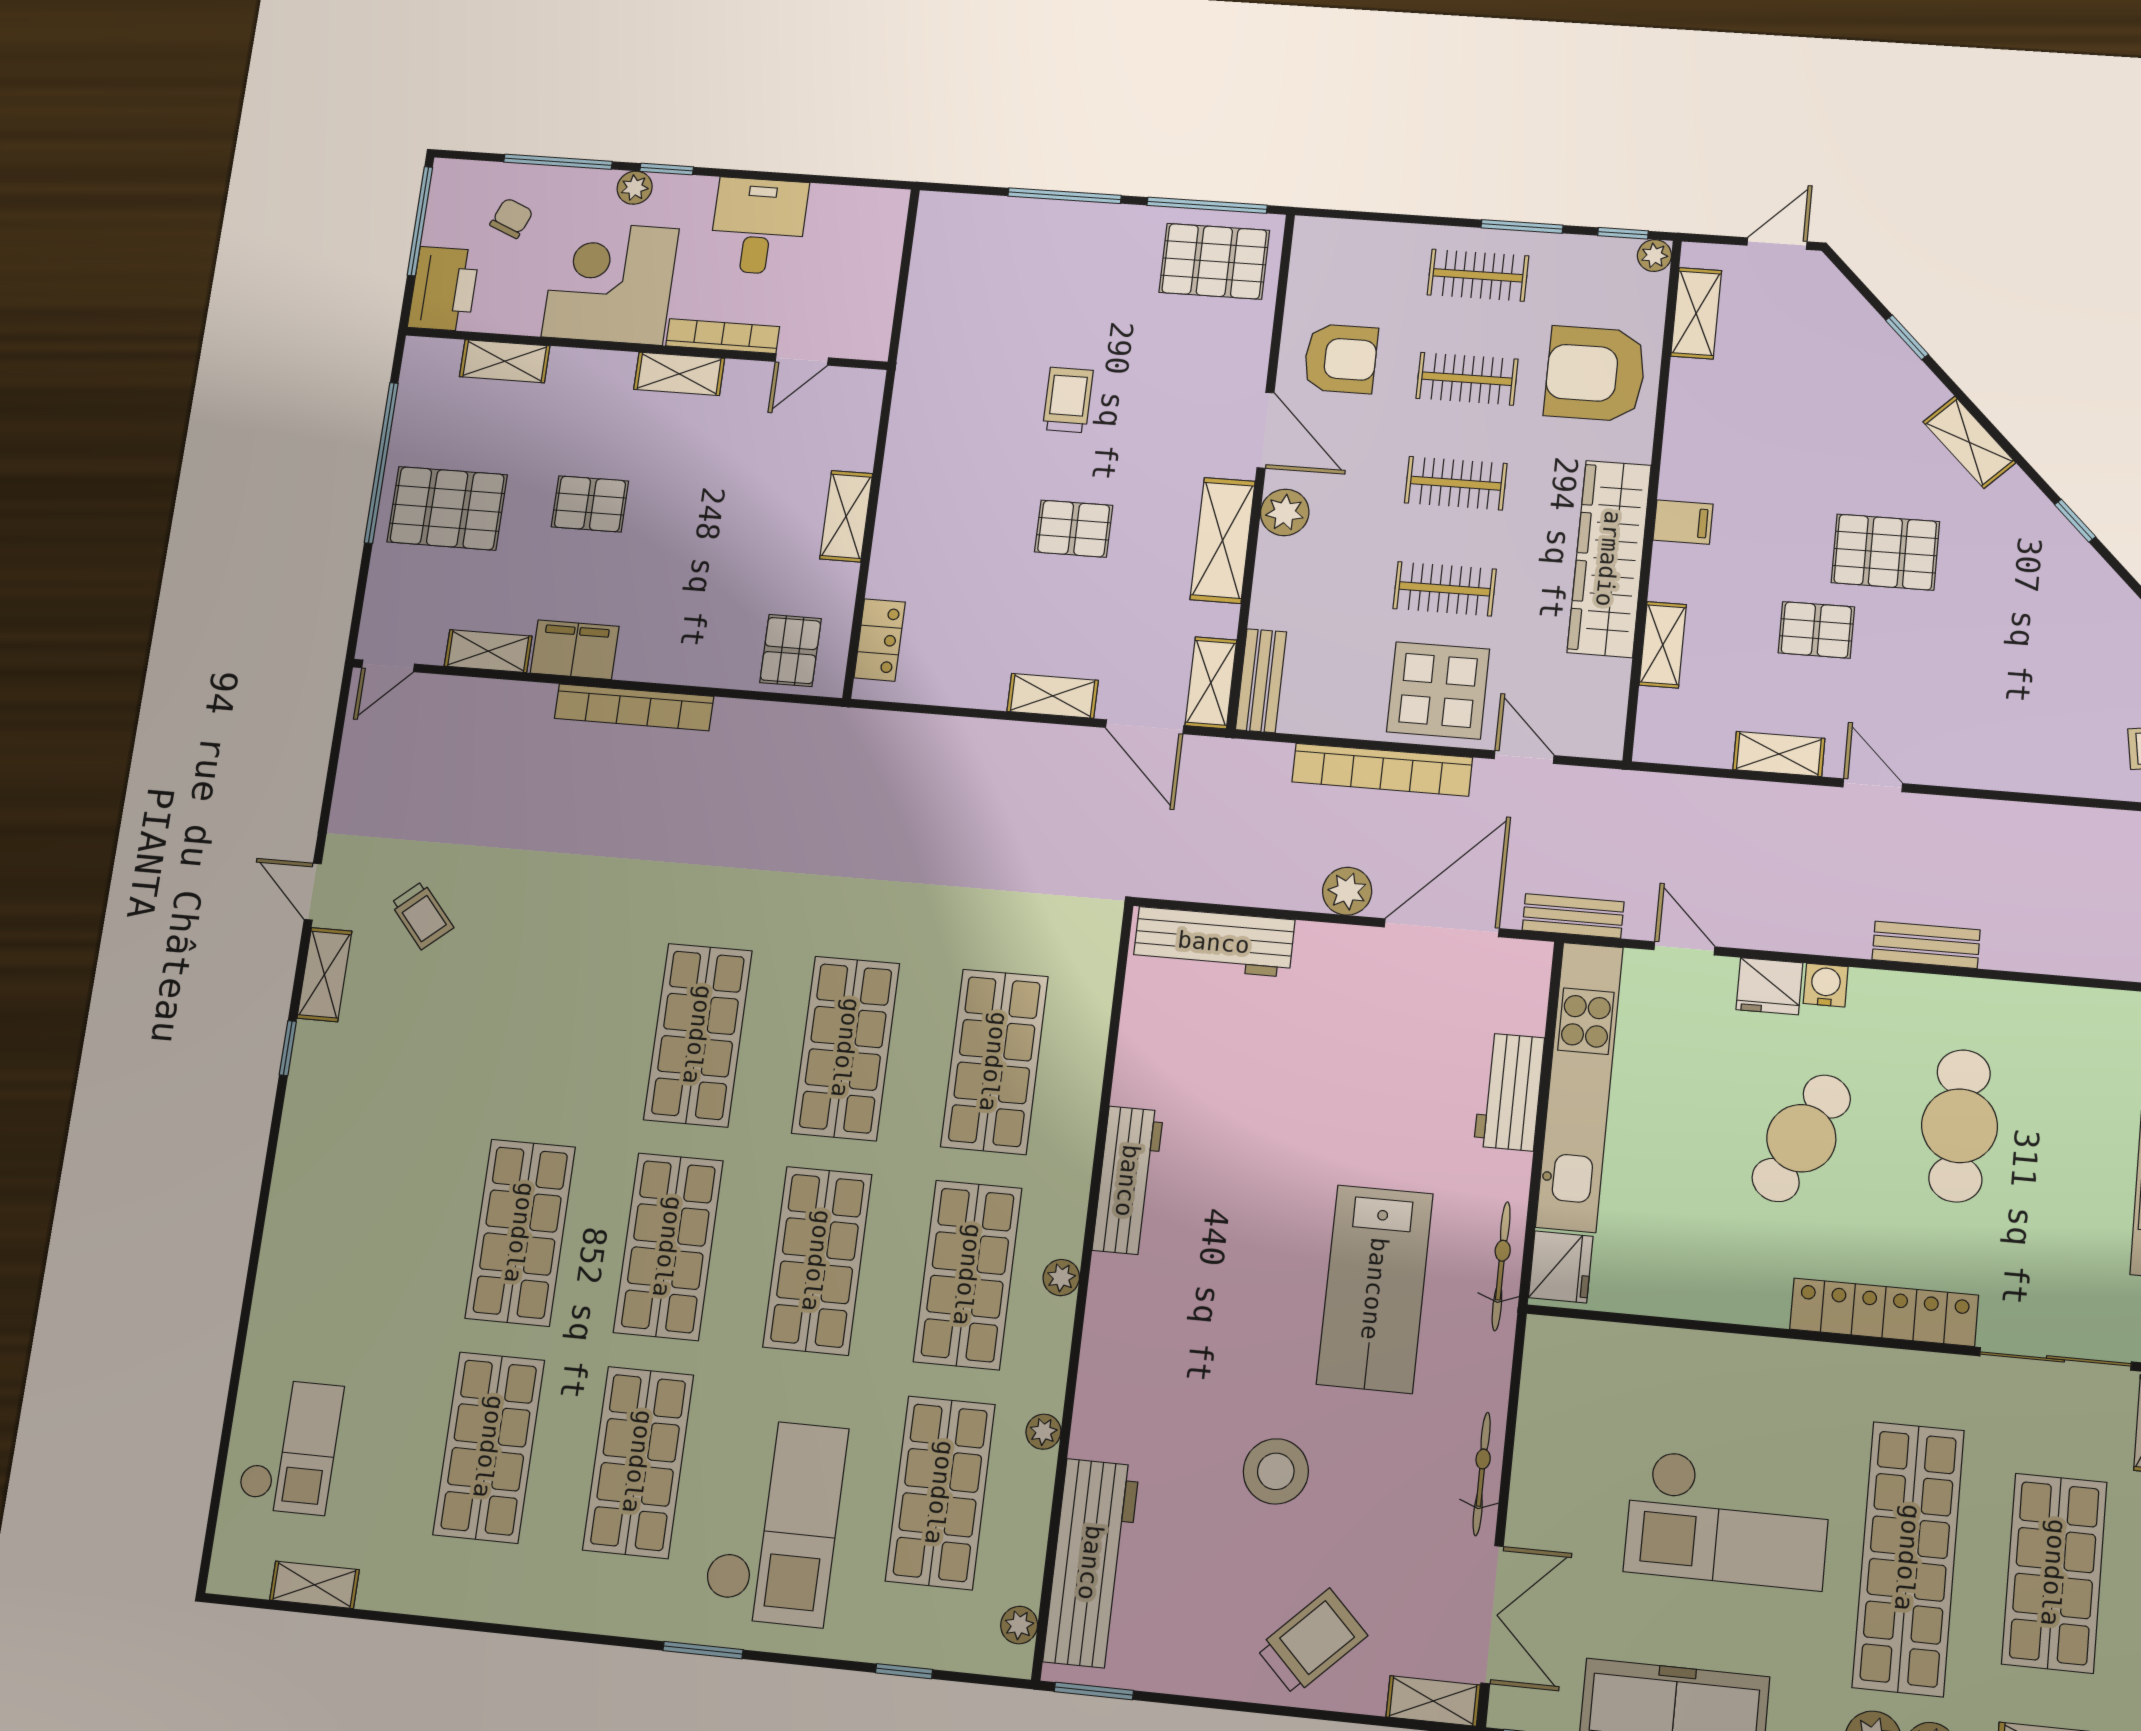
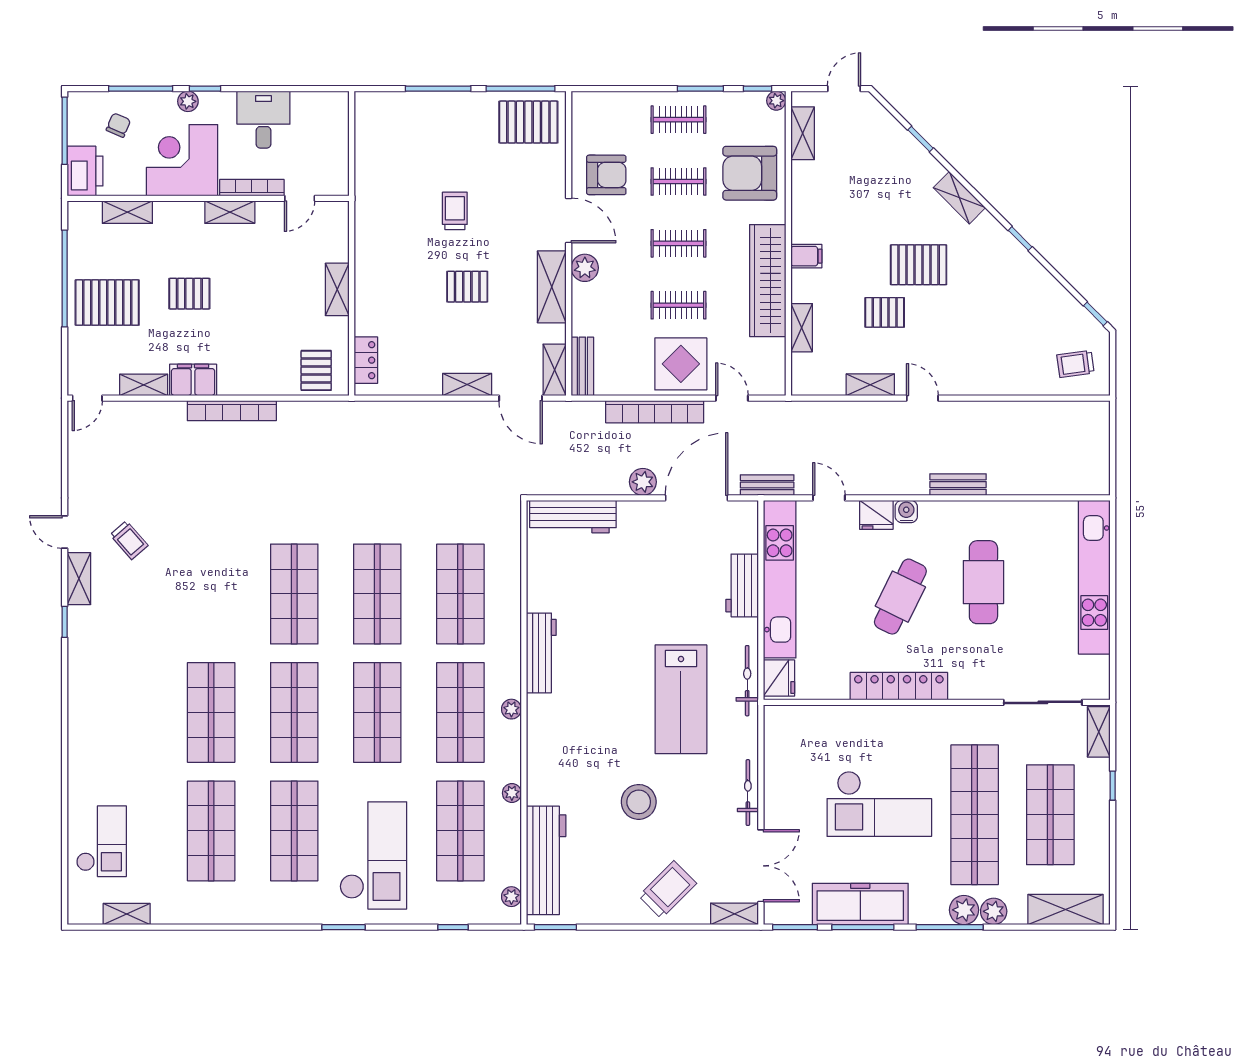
locker: (1884, 1312) -> (899, 686), moved

